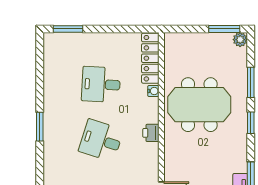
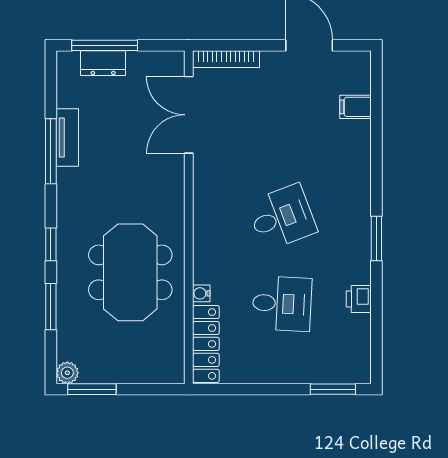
meeting table: (199, 105) -> (130, 272), turned 90
printer: (151, 133) -> (359, 299), moved, turned 180
desk: (101, 140) -> (282, 217), turned -39

